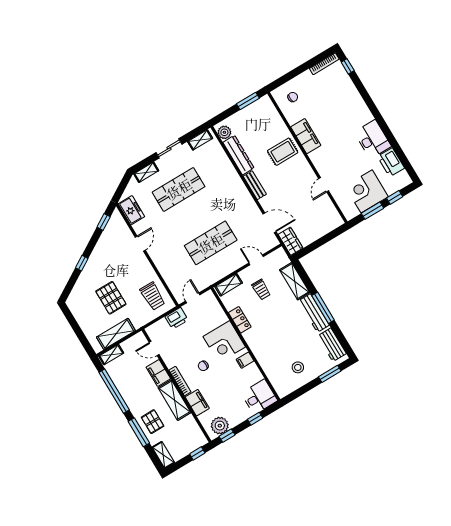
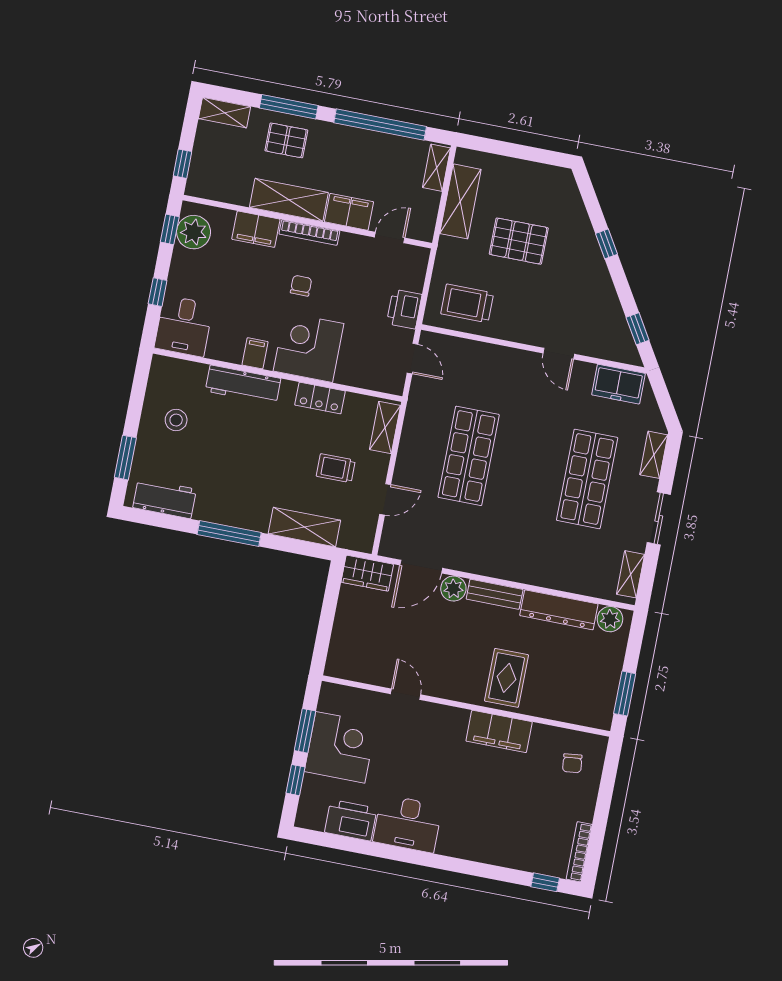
plant: (267, 203) -> (453, 589), added
workbench: (314, 313) -> (243, 385), moved, turned 180

